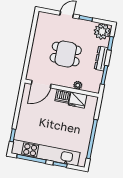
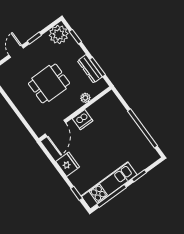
dresser: (101, 58) -> (90, 69), moved
fridge: (78, 100) -> (68, 164), moved, turned -90
kitchen unit: (45, 153) -> (109, 185), width x0.73

